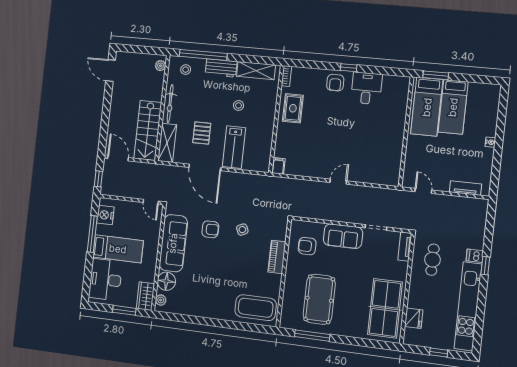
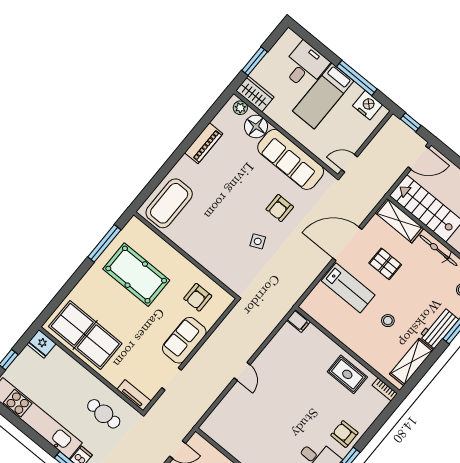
lab bench: (234, 147) -> (348, 288), turned 180
armchair: (307, 246) -> (198, 297), turned 180
piano: (277, 257) -> (204, 143), moved, turned 90
desk: (105, 280) -> (305, 66), width x0.73
fridge: (414, 318) -> (41, 344), moved

